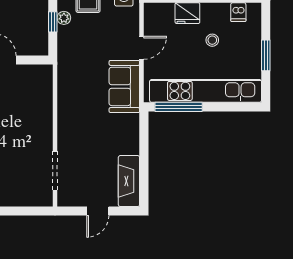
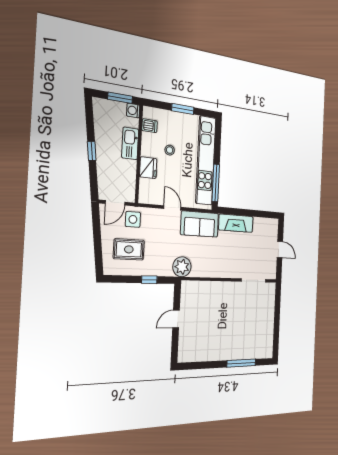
plant: (64, 18) -> (182, 267), moved, width x1.87, depth x1.87
fireplace: (129, 181) -> (236, 223), moved

